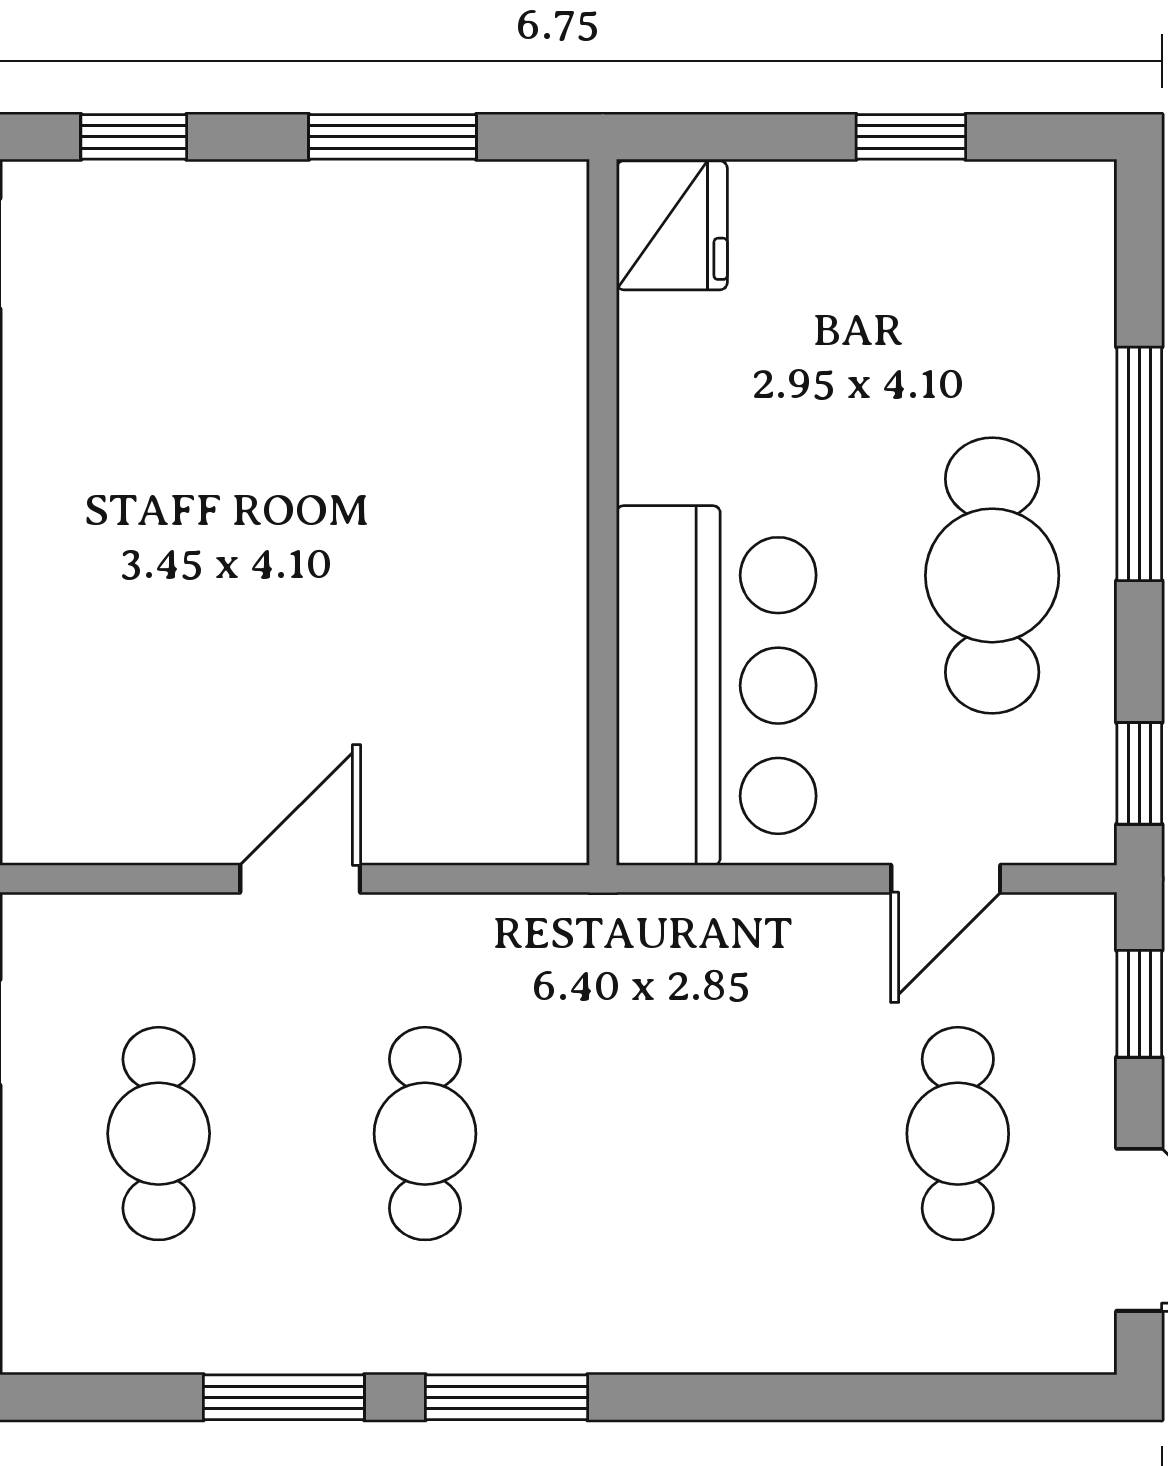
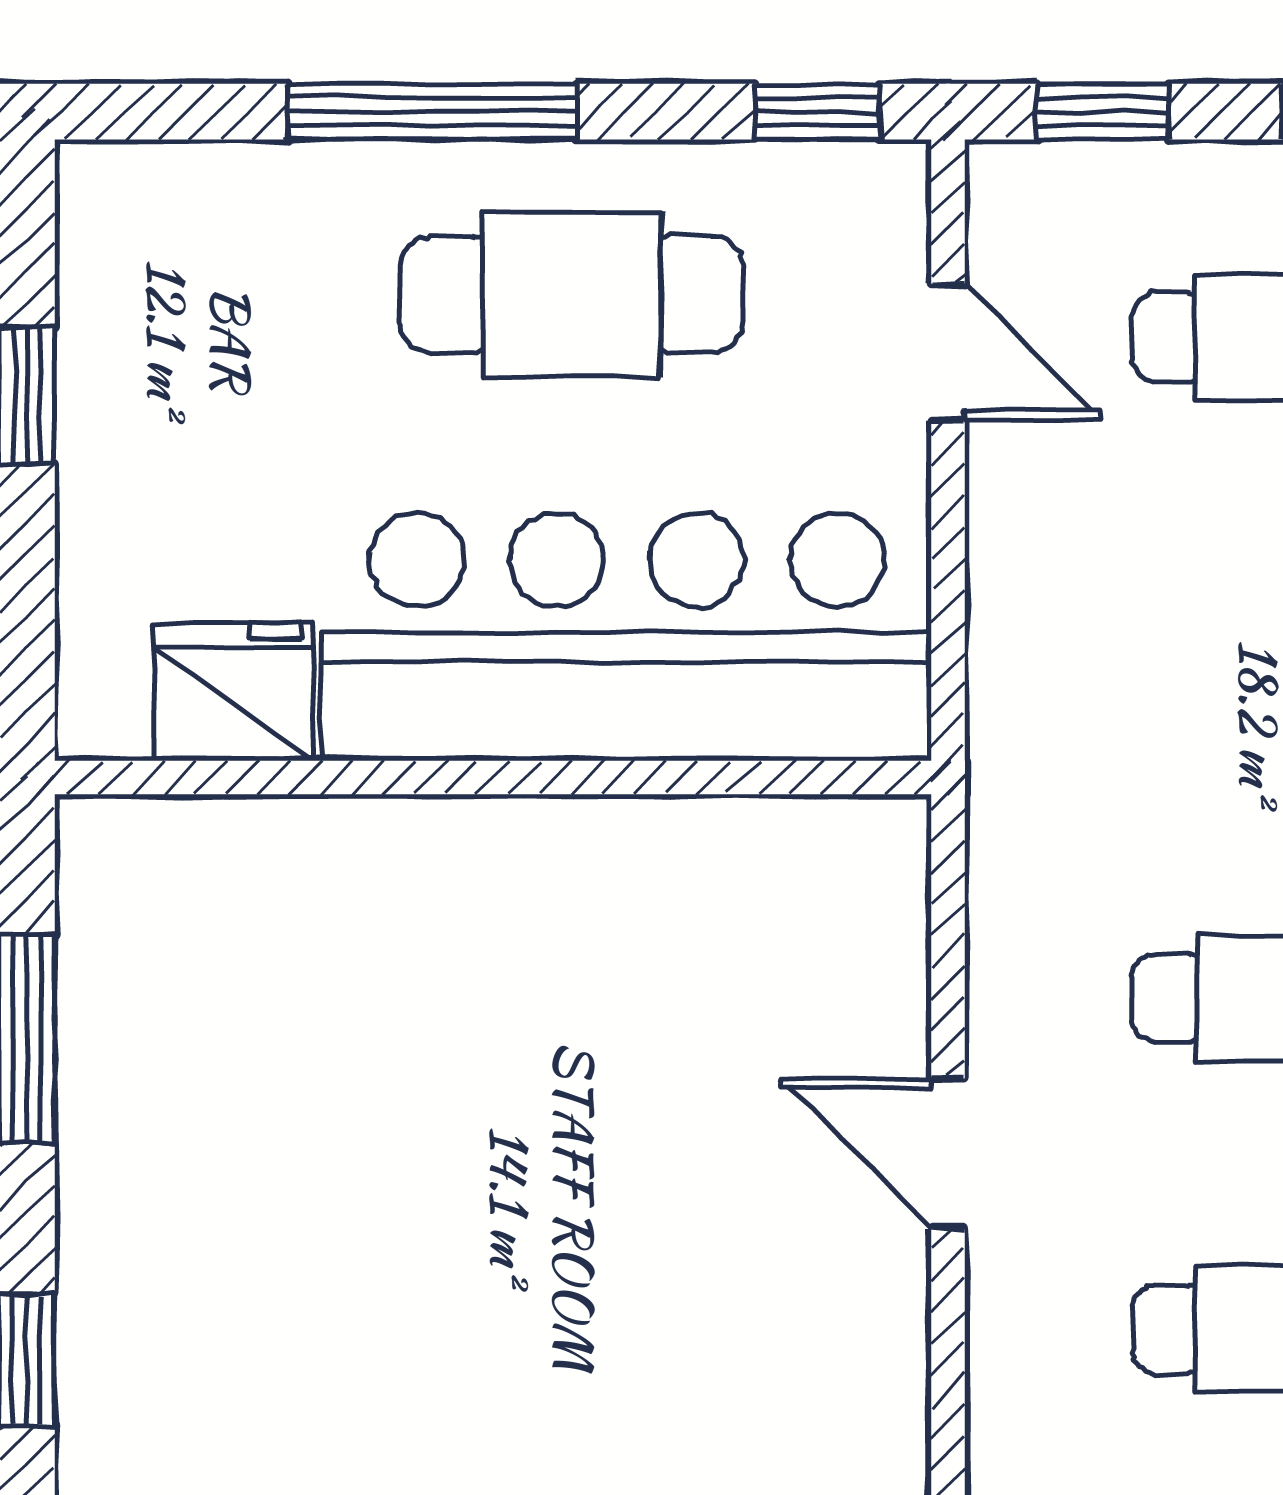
fridge: (672, 225) -> (233, 692), moved
bar counter: (716, 686) -> (627, 637), width x1.36

